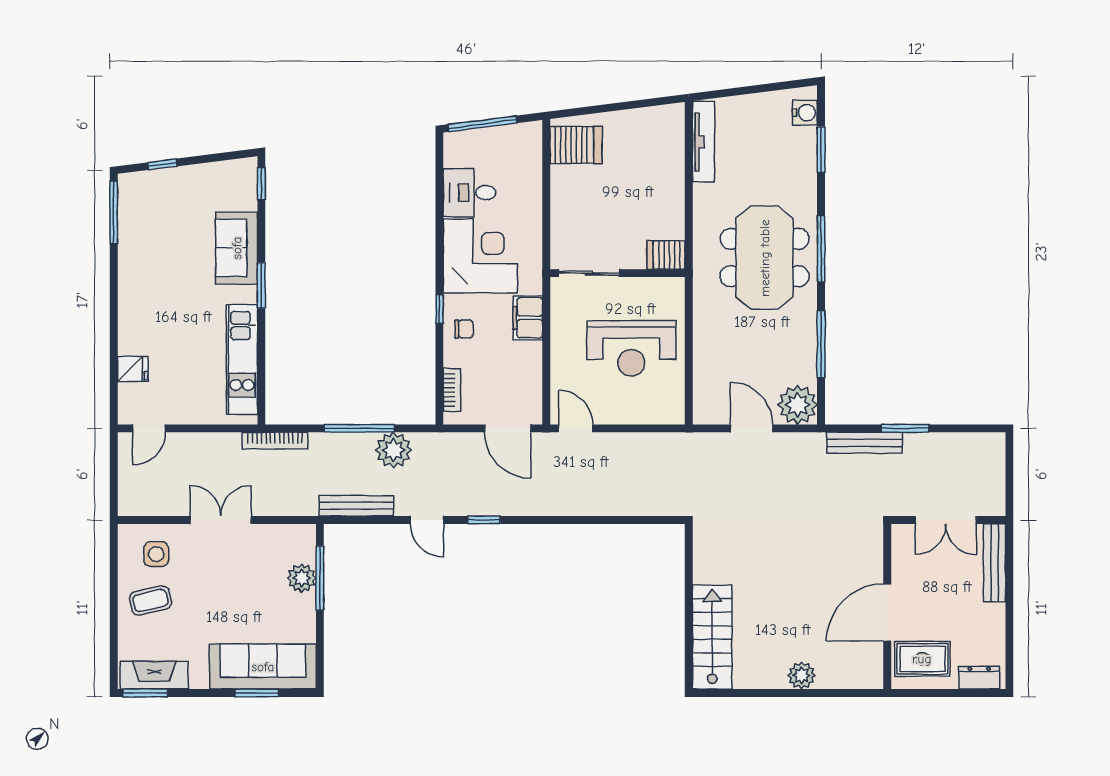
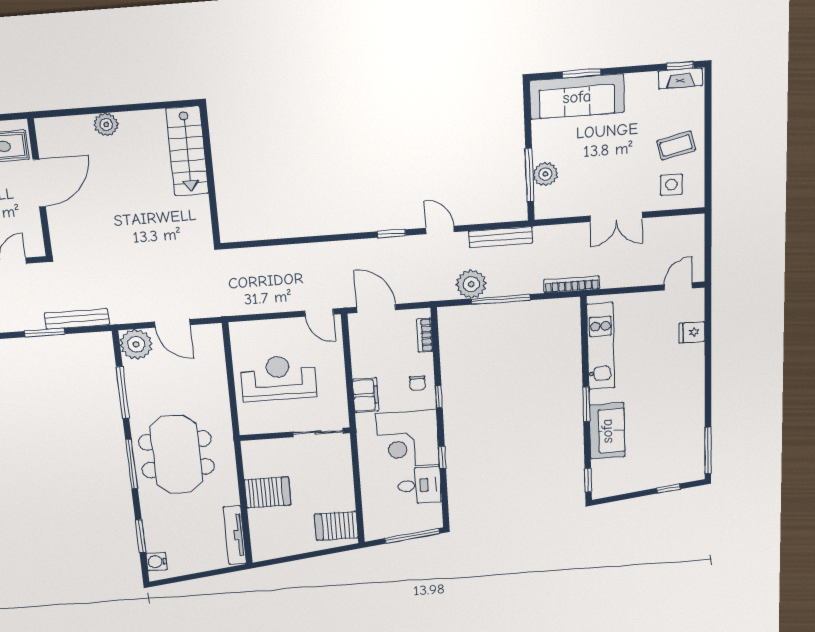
window: (439, 228) -> (442, 457), added
server rack: (666, 255) -> (268, 492), moved, width x1.36, depth x1.44
chair: (464, 329) -> (417, 383), turned -90
fireplace: (154, 675) -> (680, 78), width x0.73, depth x0.76
window: (145, 693) -> (680, 66), width x0.67

